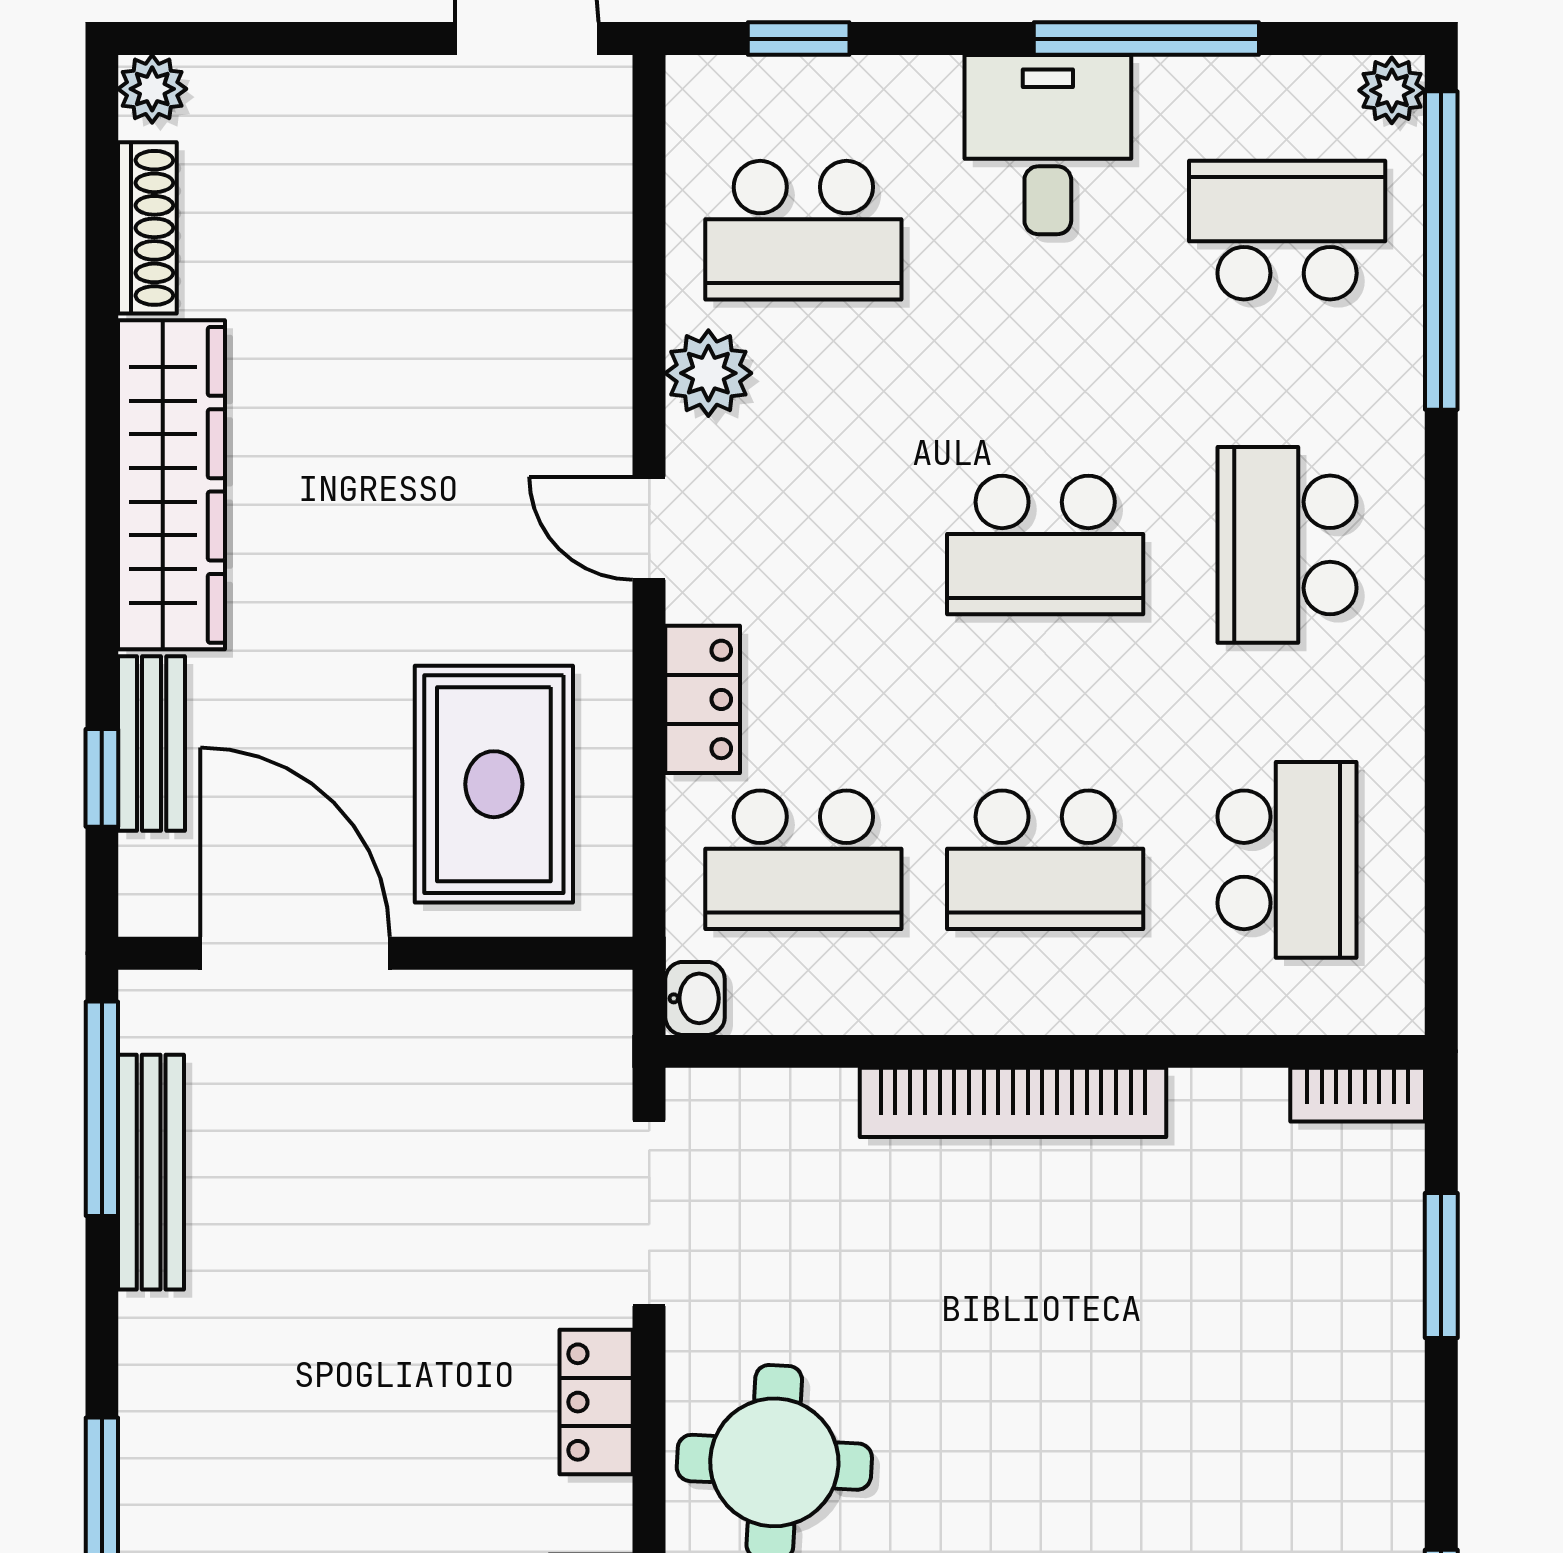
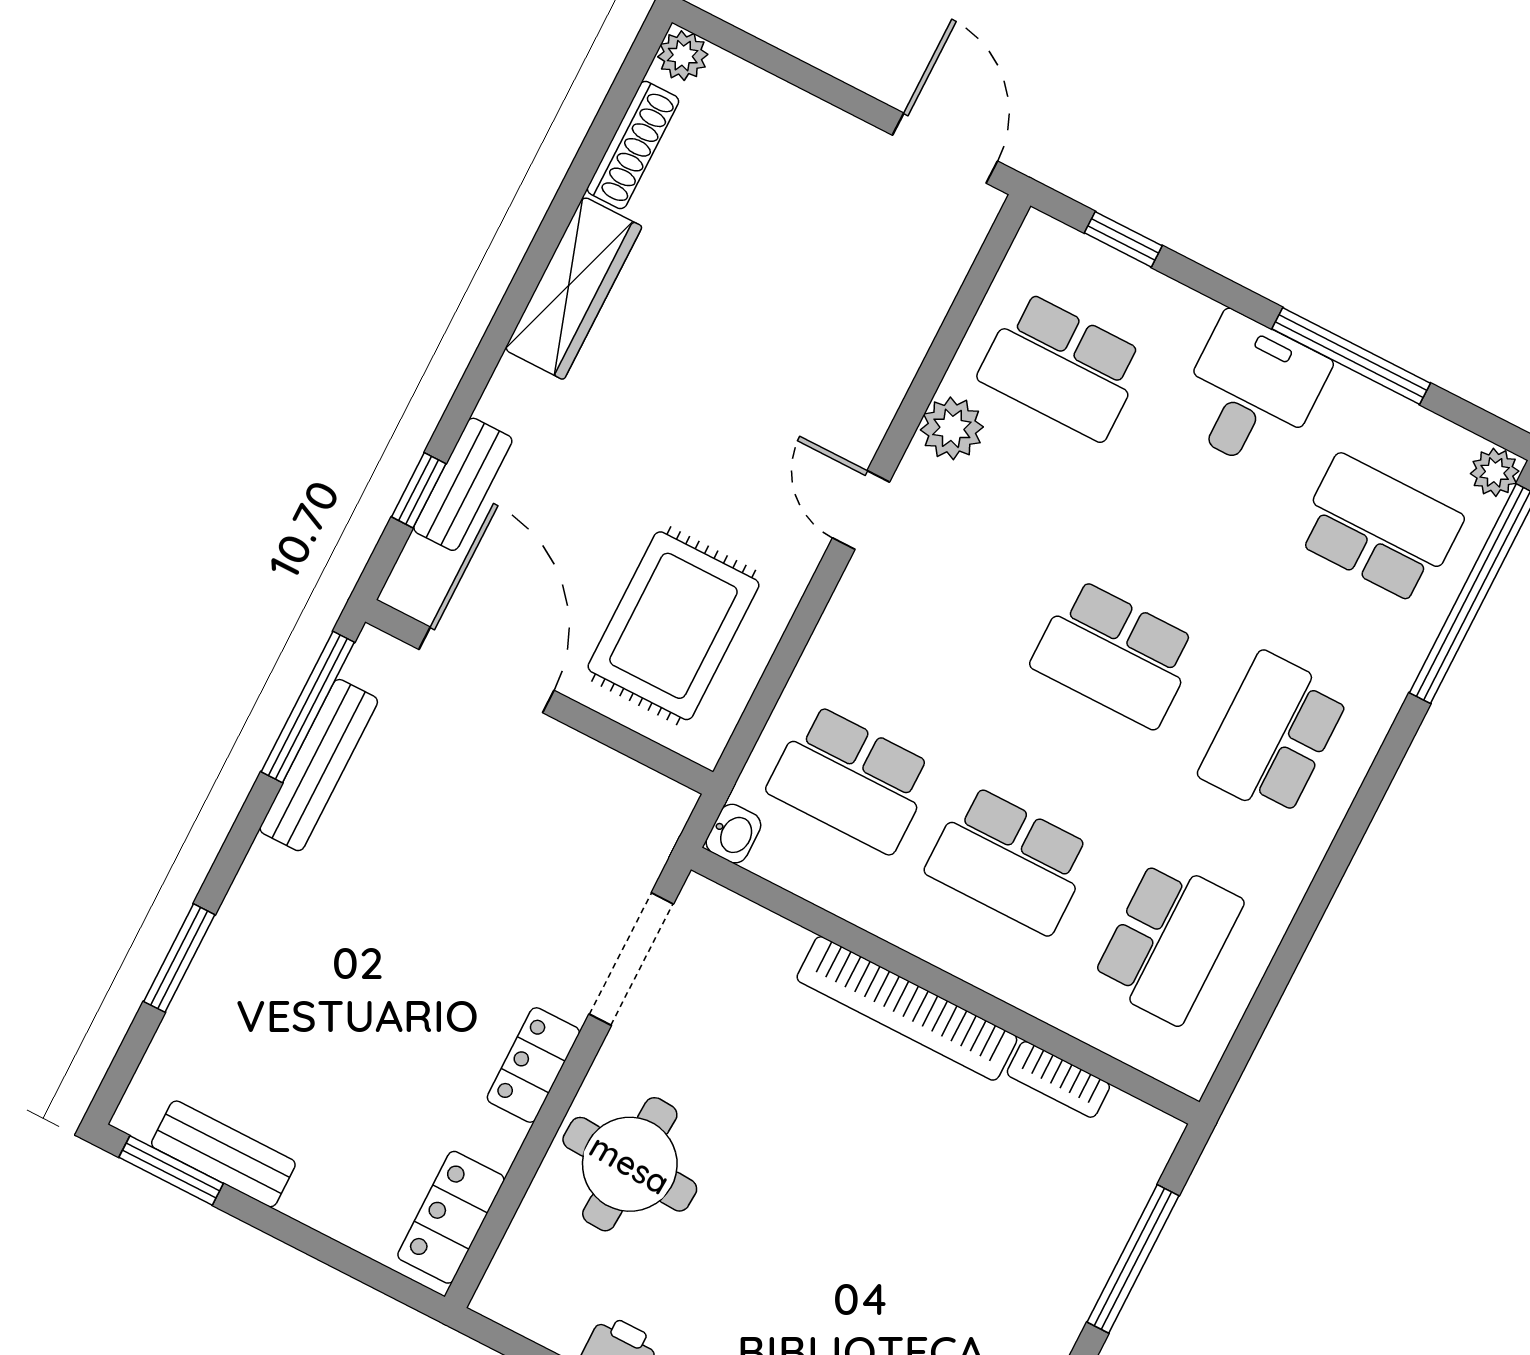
wardrobe: (172, 485) -> (573, 288), width x0.71, depth x0.85
locker: (703, 699) -> (839, 640), removed
bookcase: (1358, 1095) -> (1058, 1079), moved
window: (1441, 1265) -> (1133, 1259), width x1.44

